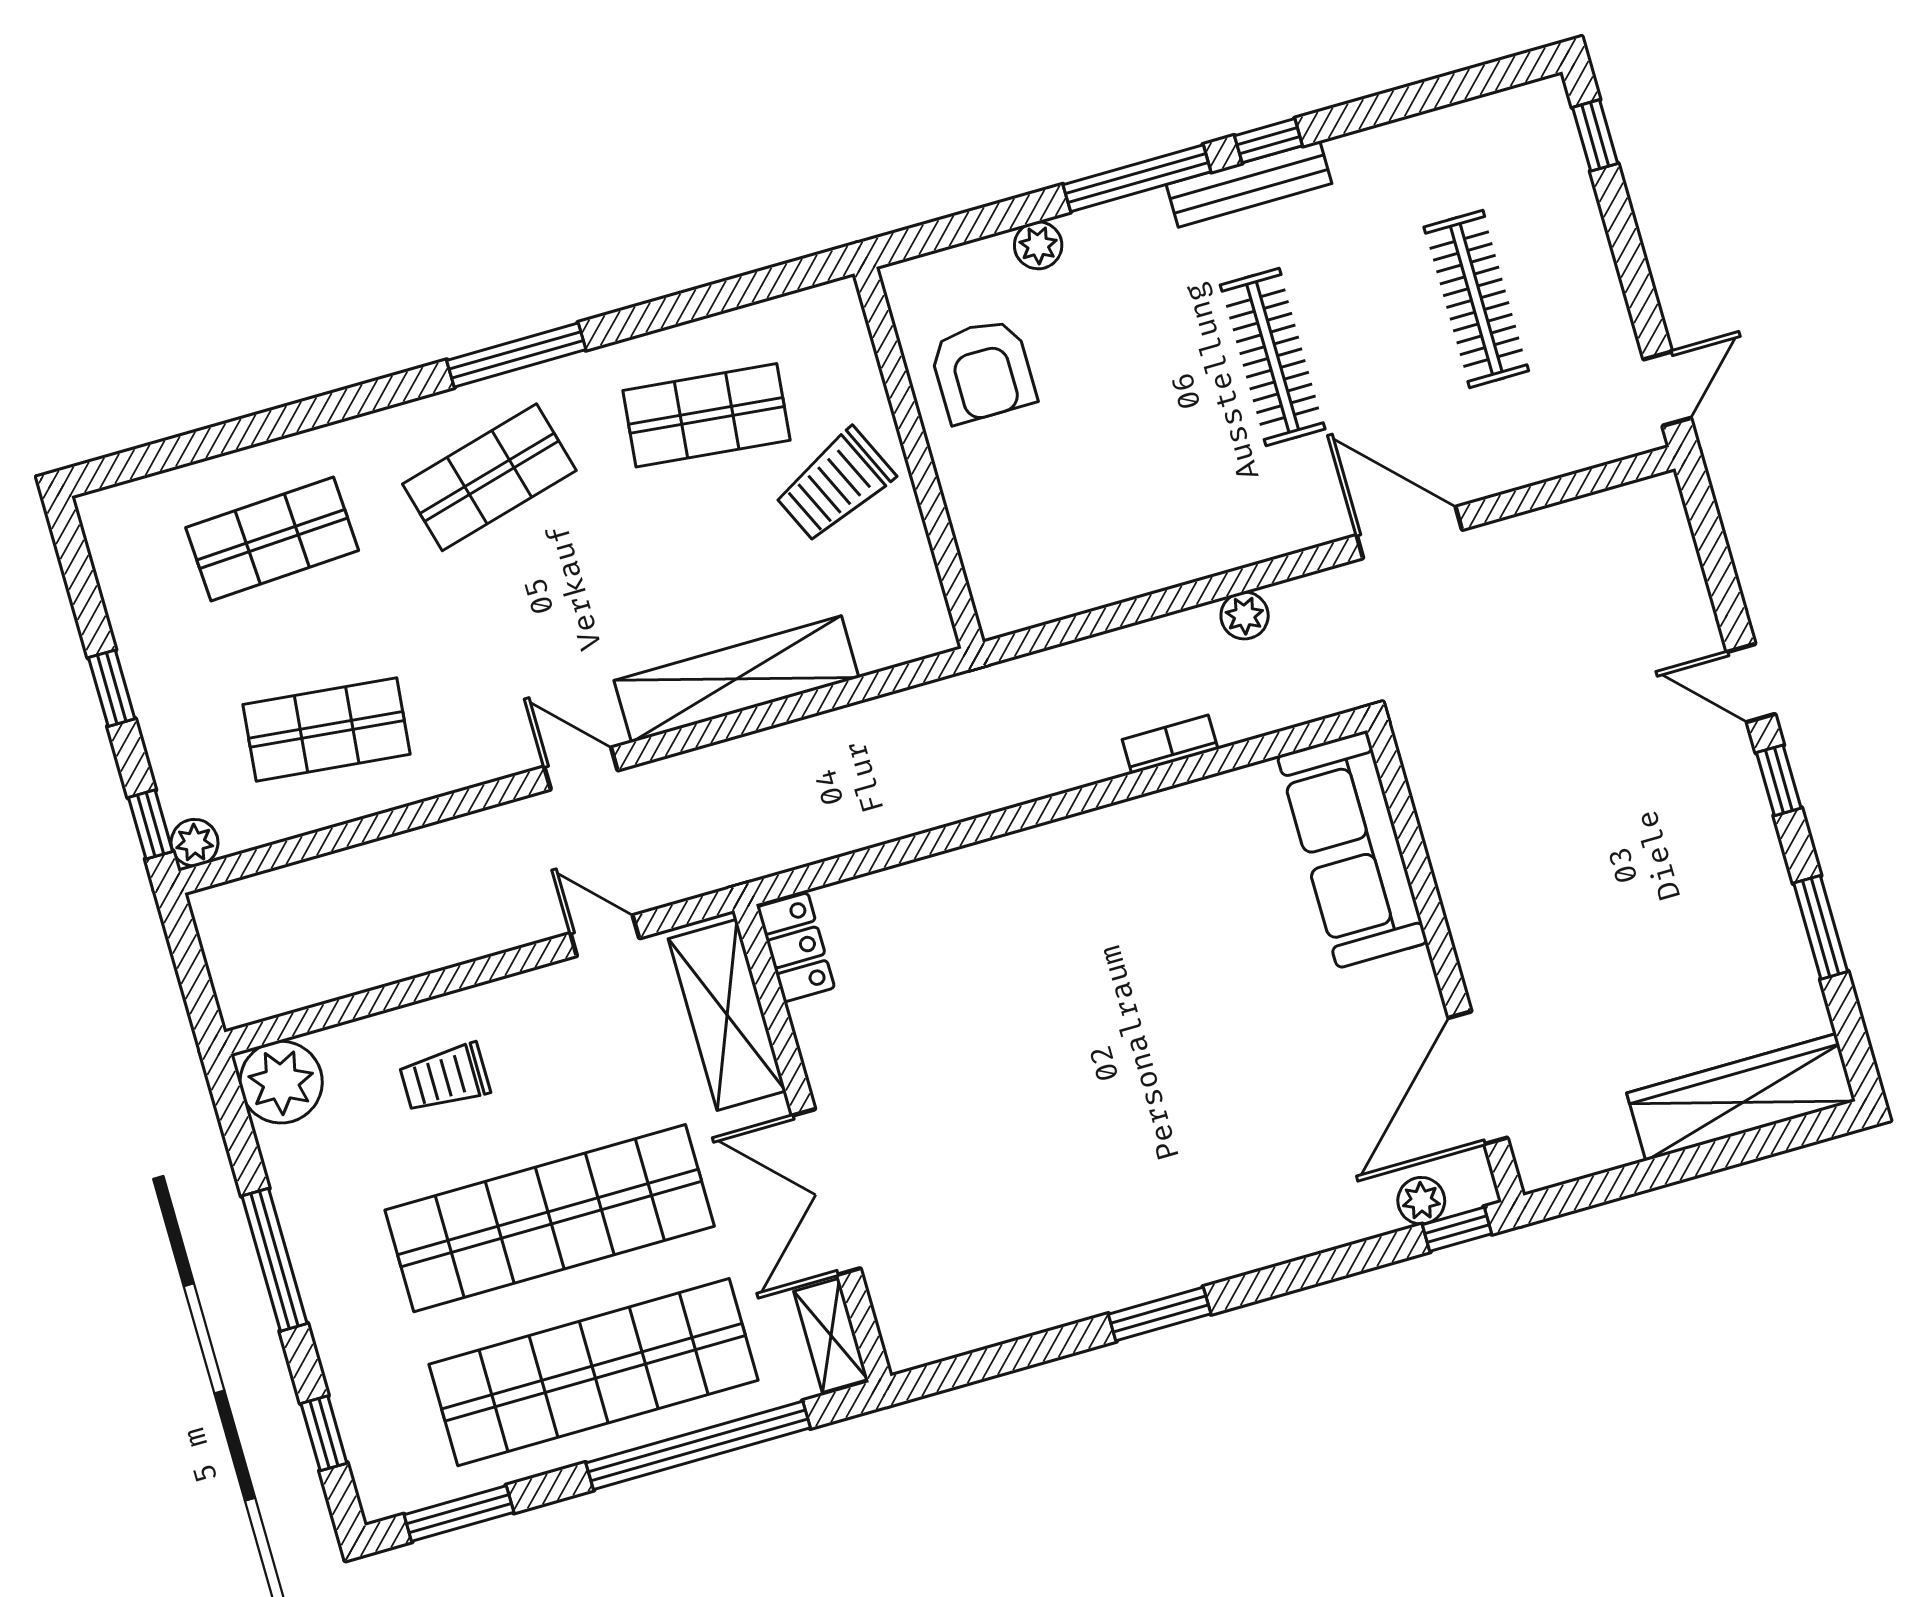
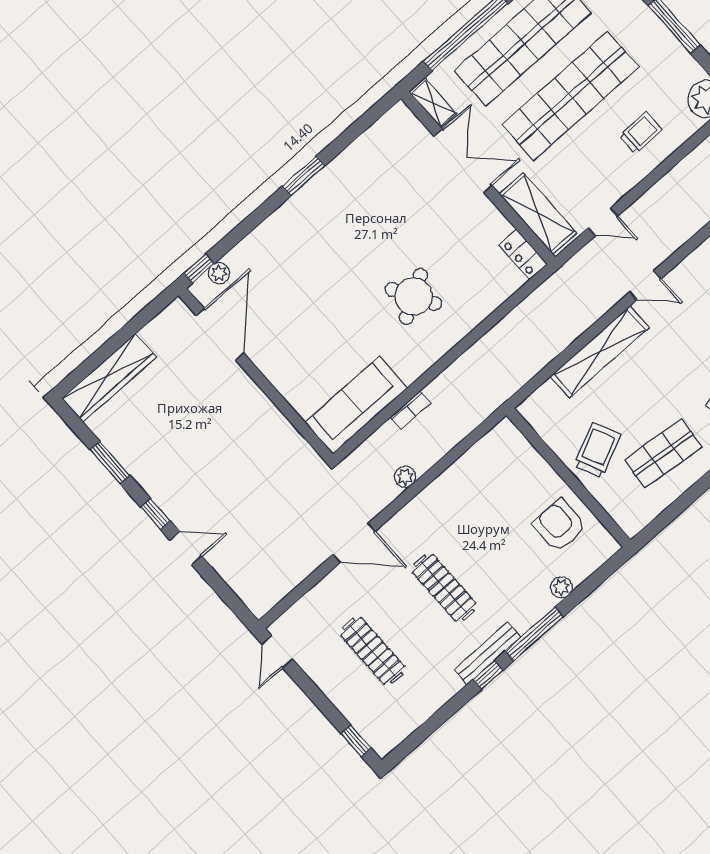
sofa: (1352, 849) -> (356, 405), moved, turned -90
round table: (1055, 968) -> (413, 296), added

